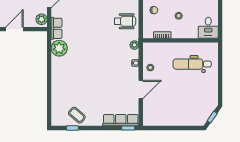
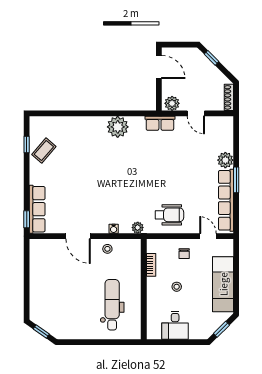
wheelchair: (125, 21) -> (169, 215), turned -90
desk: (208, 28) -> (175, 325), moved, turned -90
plant: (59, 48) -> (118, 127), moved

